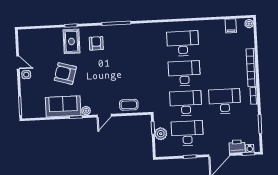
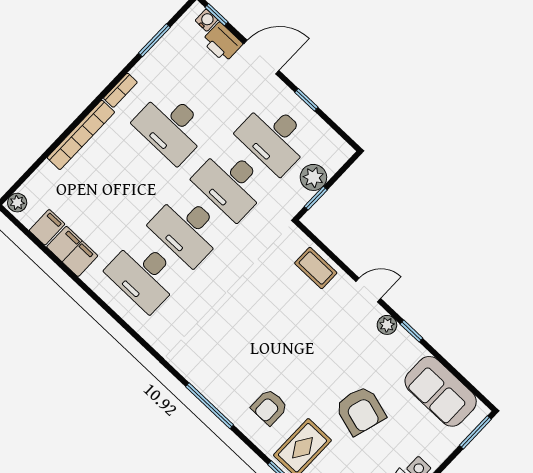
filing cabinet: (214, 27) -> (72, 251), added
sofa: (63, 106) -> (441, 391), moved

